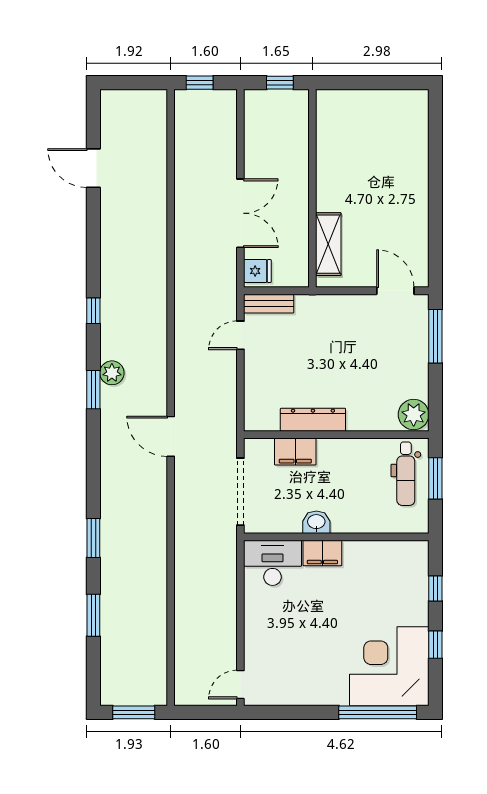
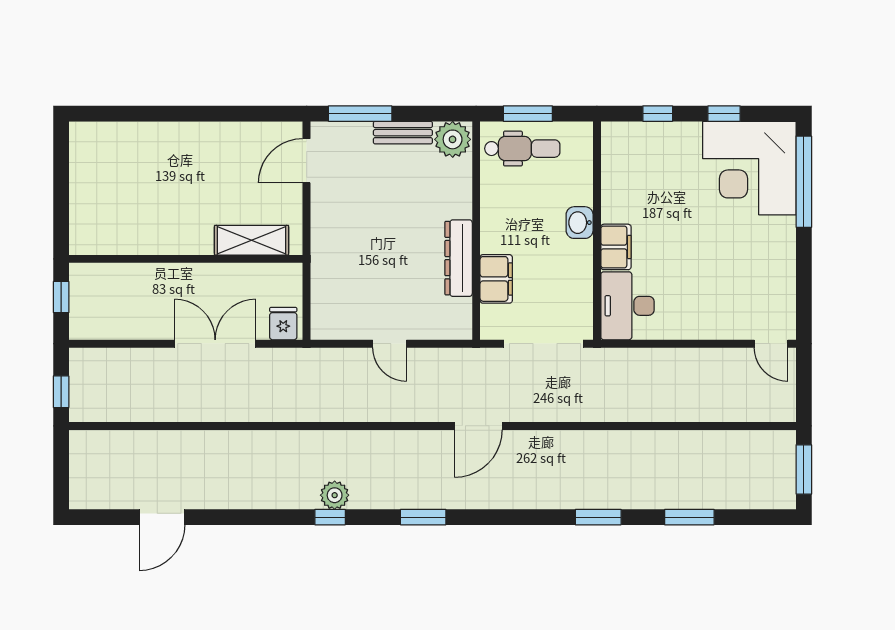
bench: (269, 304) -> (403, 133), moved, turned 90
door: (240, 335) -> (390, 344), moved
plant: (112, 373) -> (335, 495), moved
washbasin: (316, 522) -> (580, 223), moved

